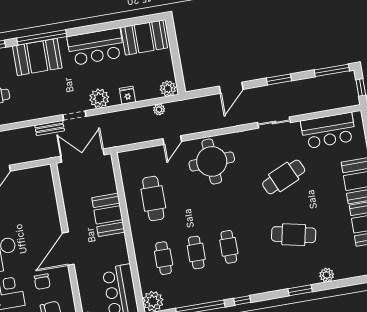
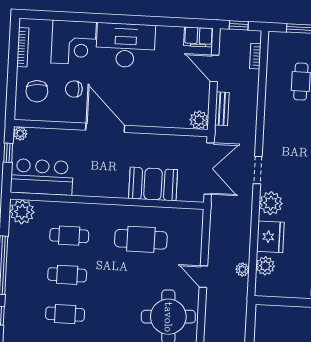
plant: (168, 88) -> (265, 266), moved
fridge: (127, 95) -> (270, 237), width x1.88, depth x1.34
bench: (50, 128) -> (222, 109), moved
plant: (44, 173) -> (199, 120), added
booth: (108, 215) -> (153, 184), moved

